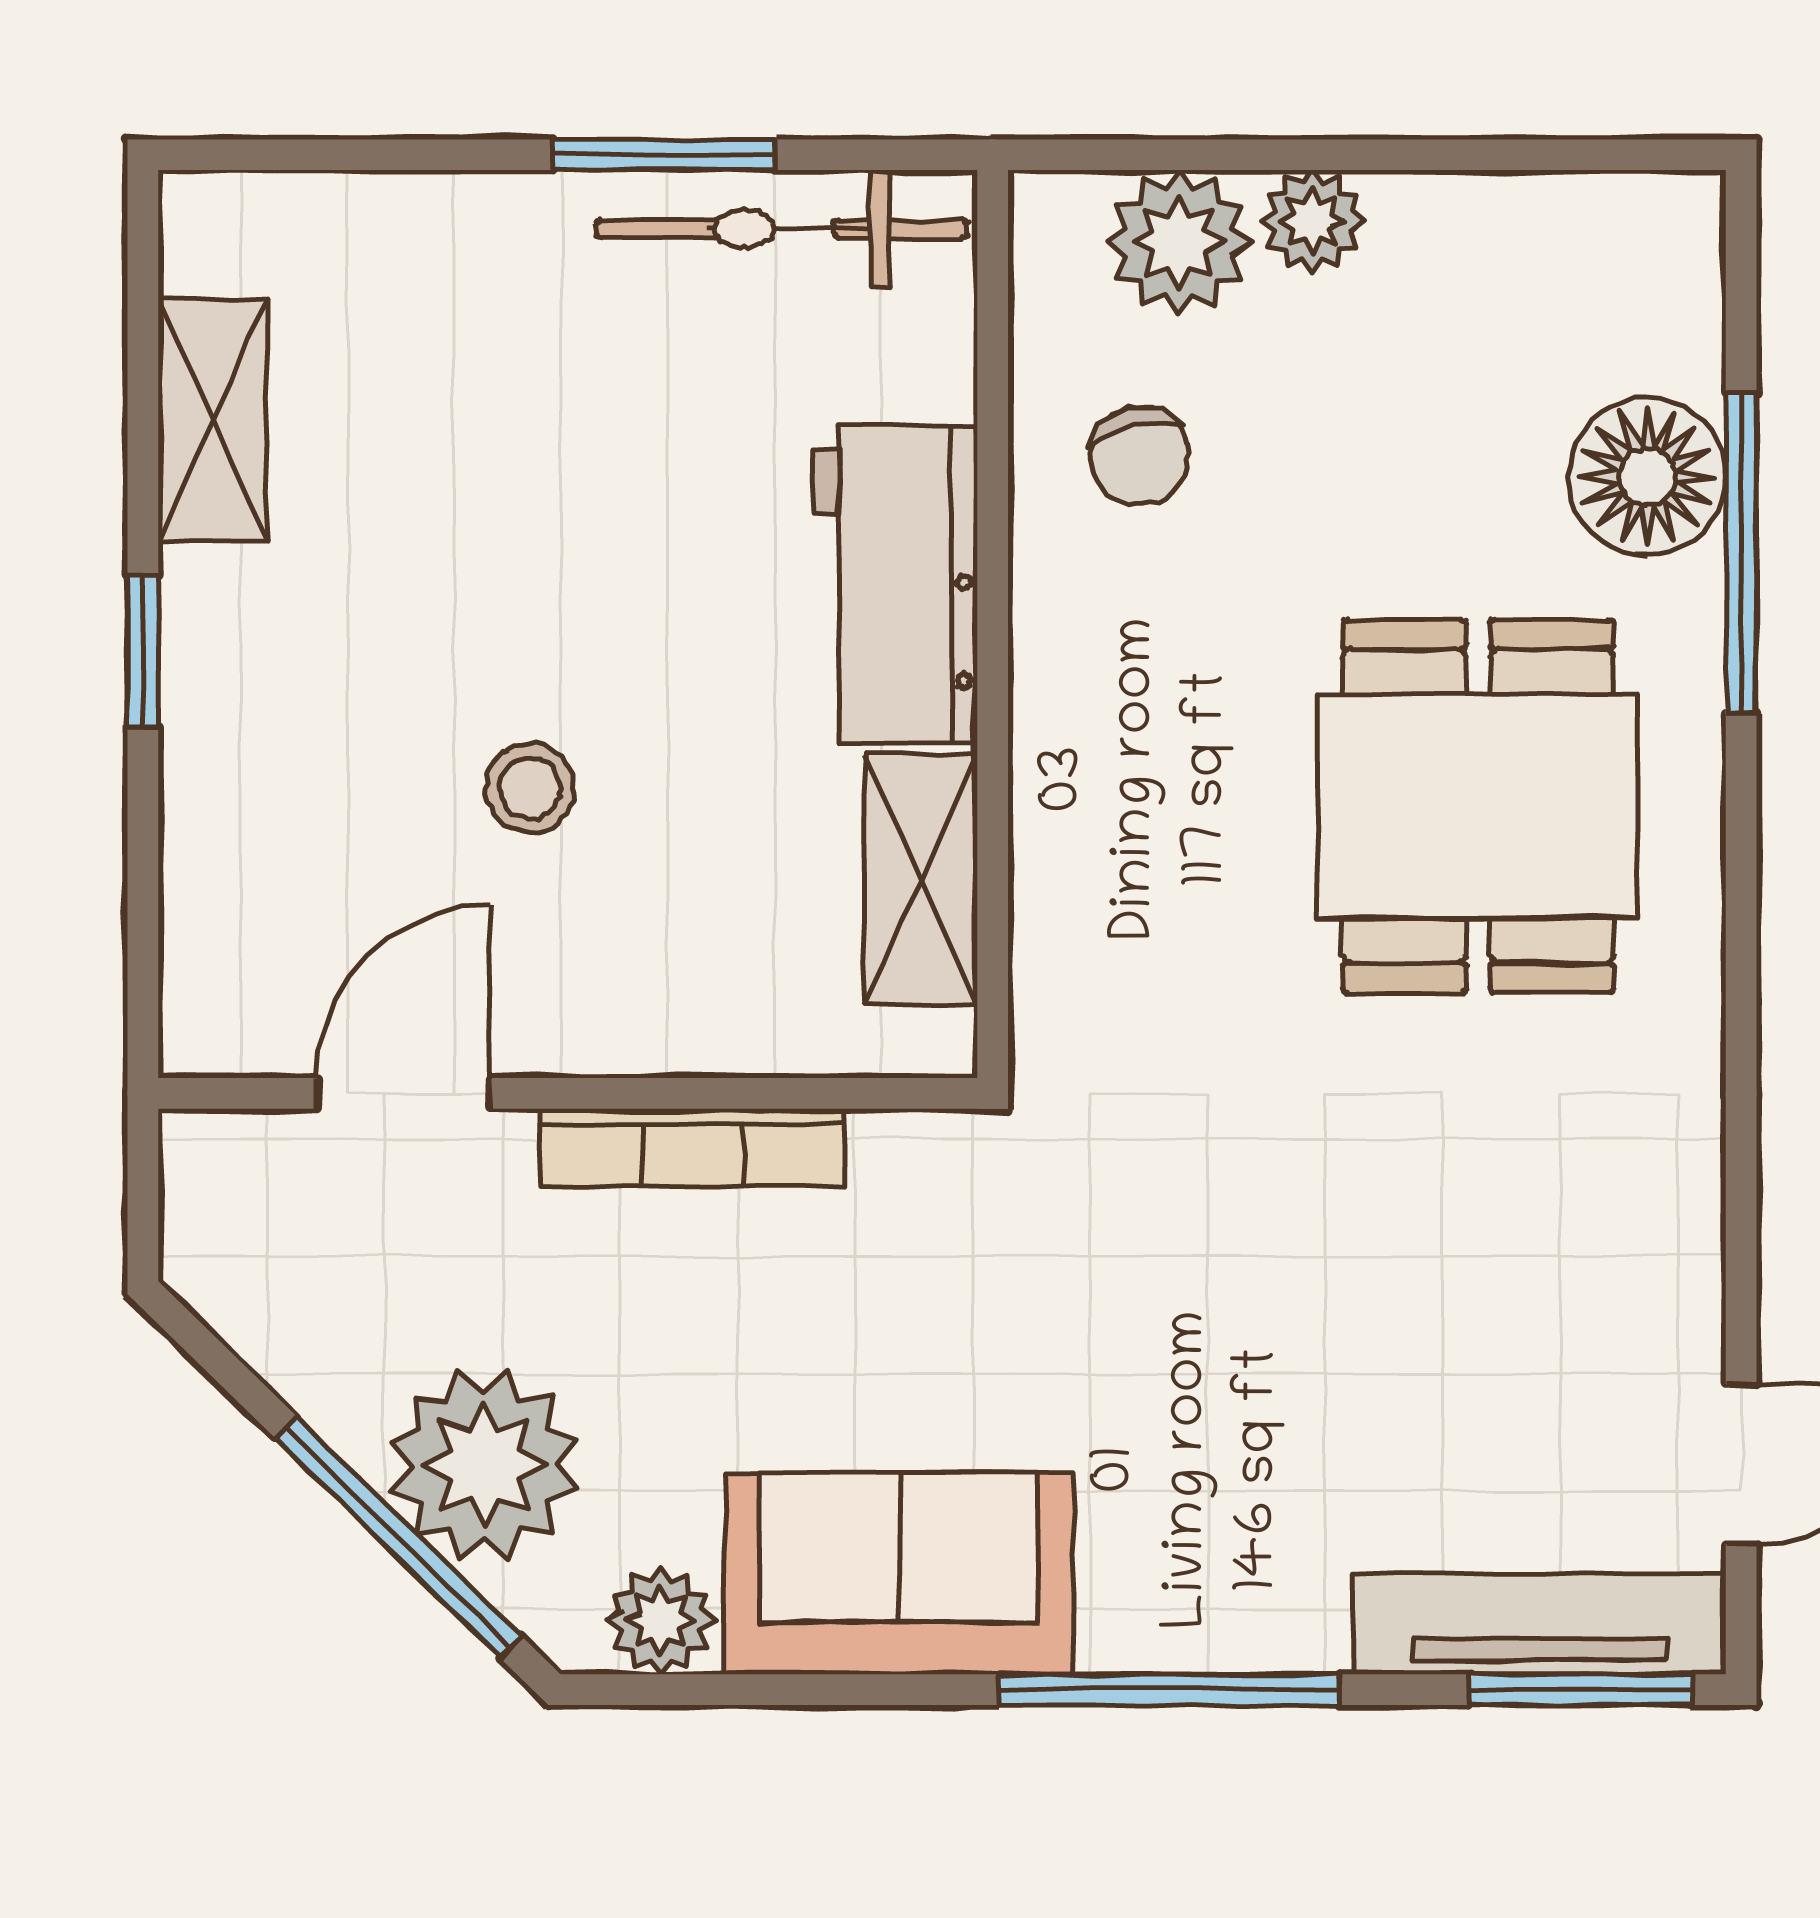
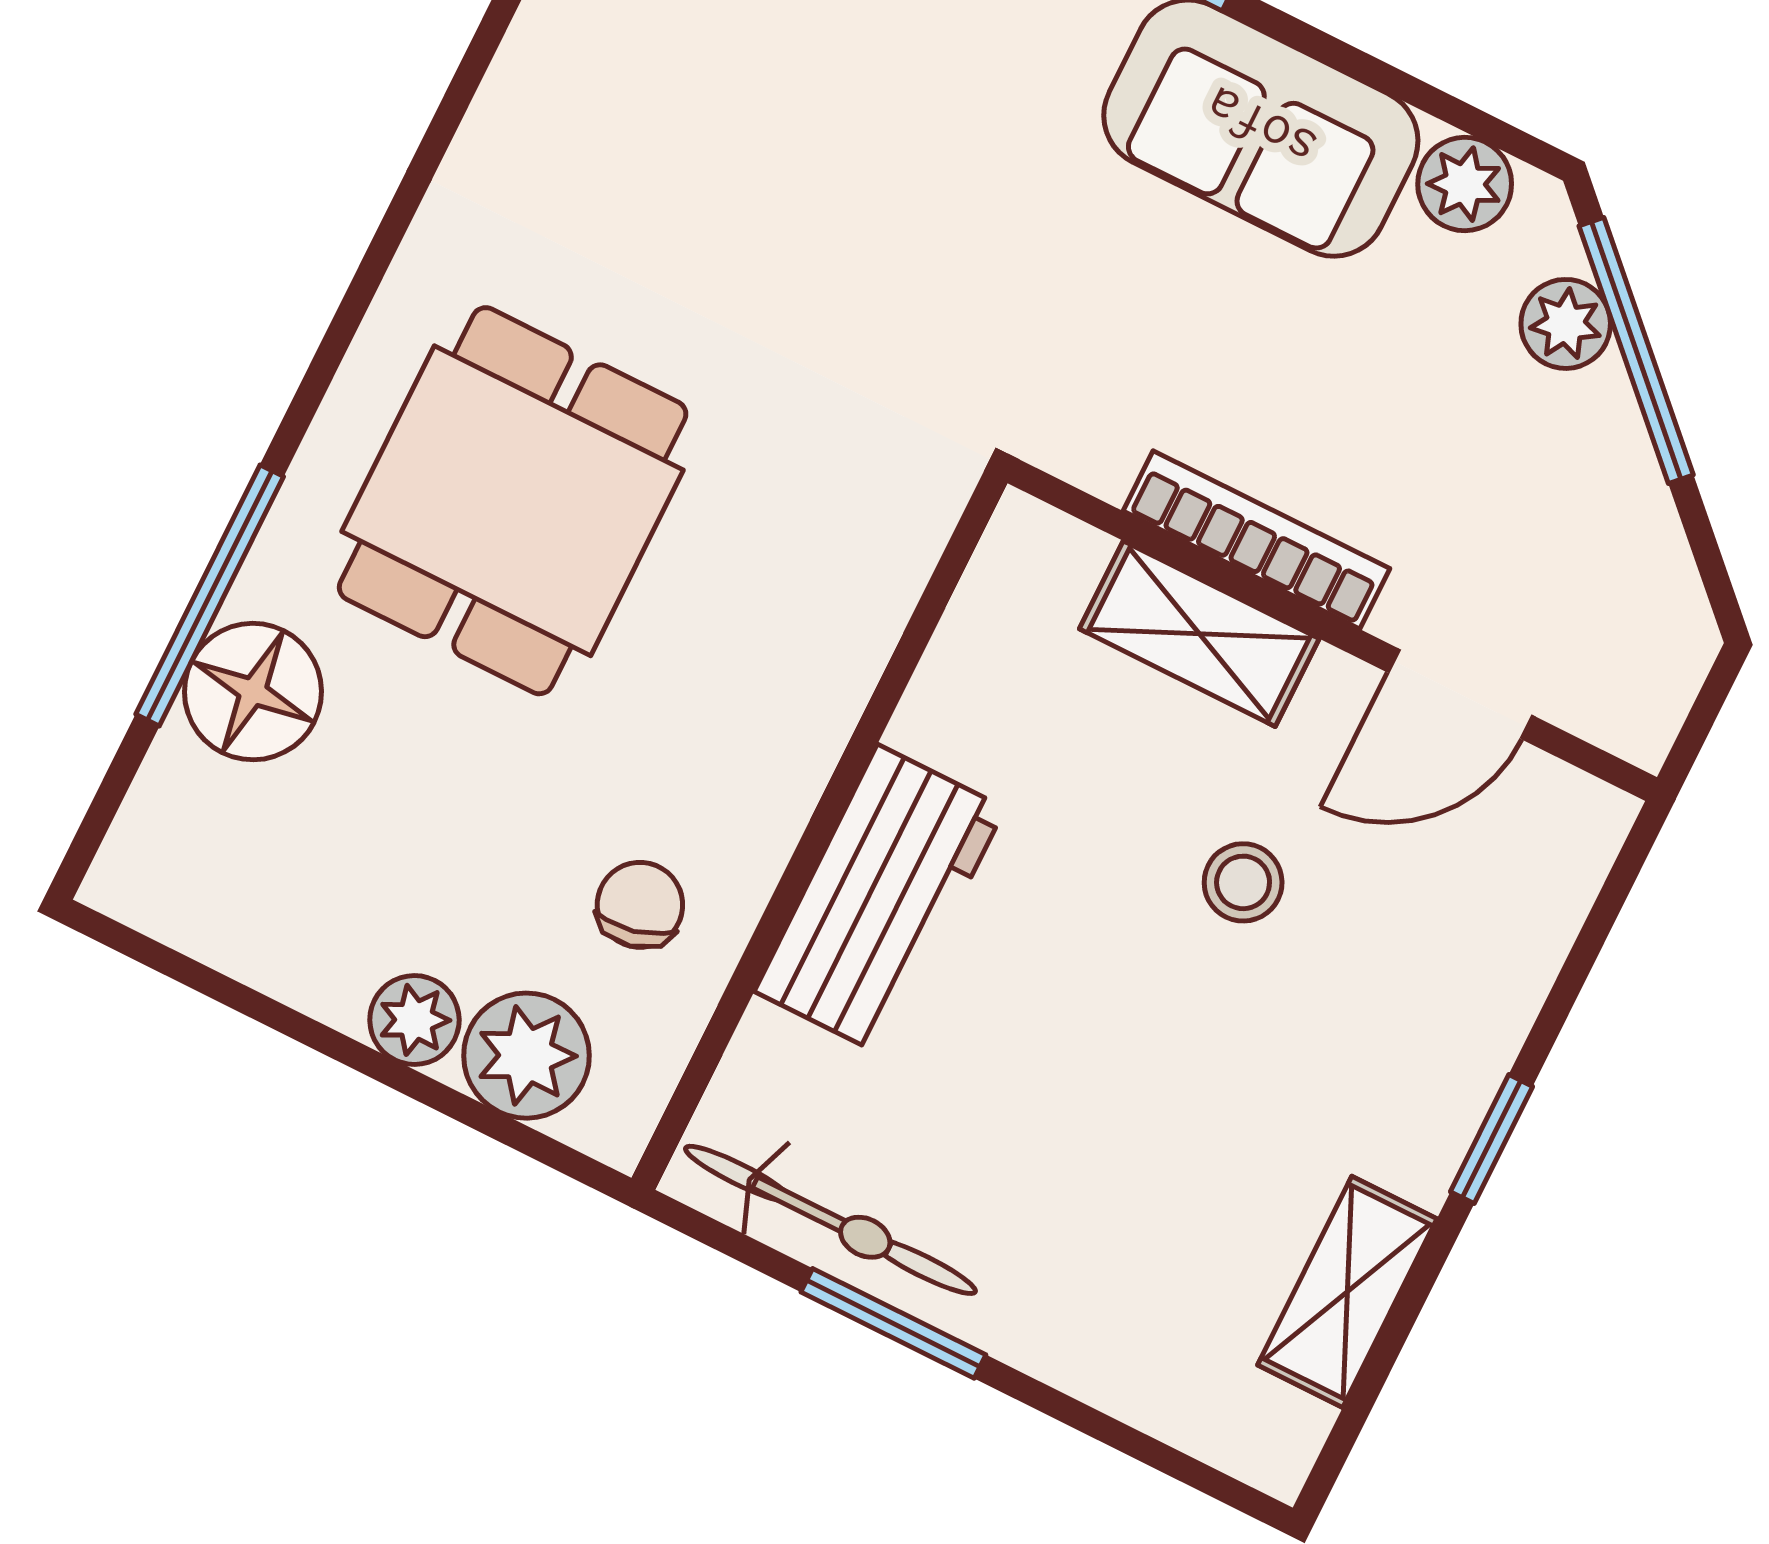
shelving: (921, 879) -> (1199, 634), moved, turned 90
plant: (484, 1465) -> (1566, 324), width x0.53, depth x0.53

